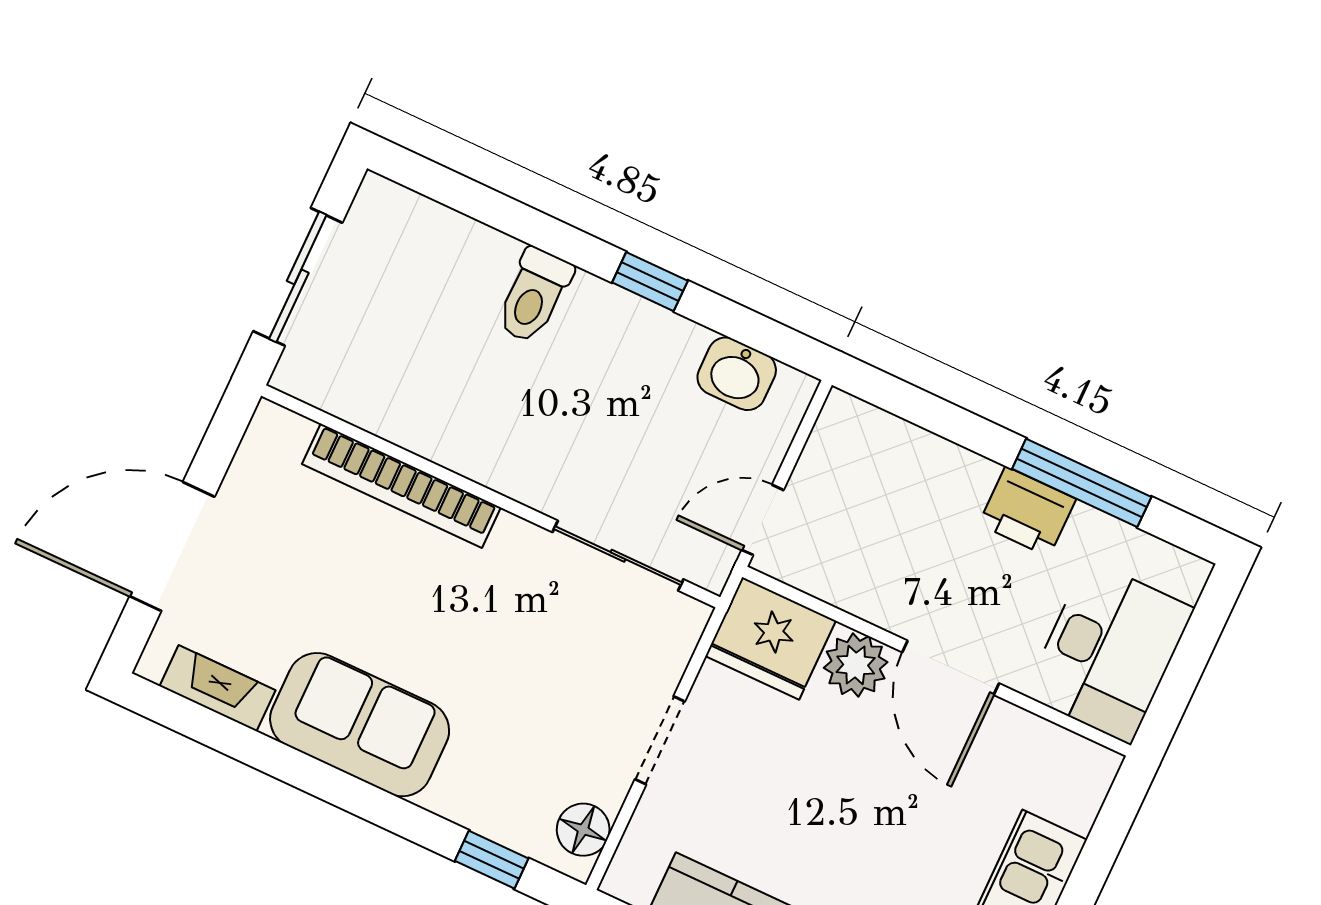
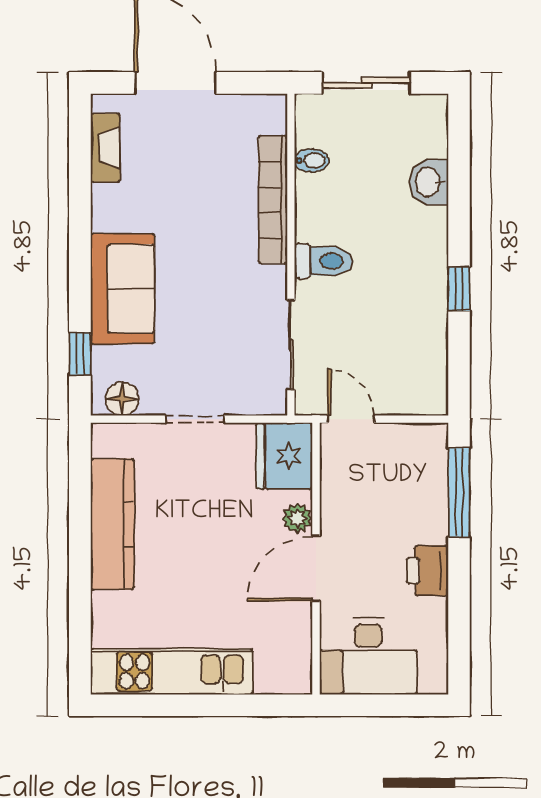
toilet: (534, 296) -> (323, 261), moved, turned 180
washbasin: (737, 374) -> (429, 182), moved
bidet: (371, 405) -> (312, 160), added
window: (1082, 483) -> (459, 492), moved
plant: (856, 665) -> (297, 518), width x0.73, depth x0.73
sofa: (360, 725) -> (123, 289), moved

